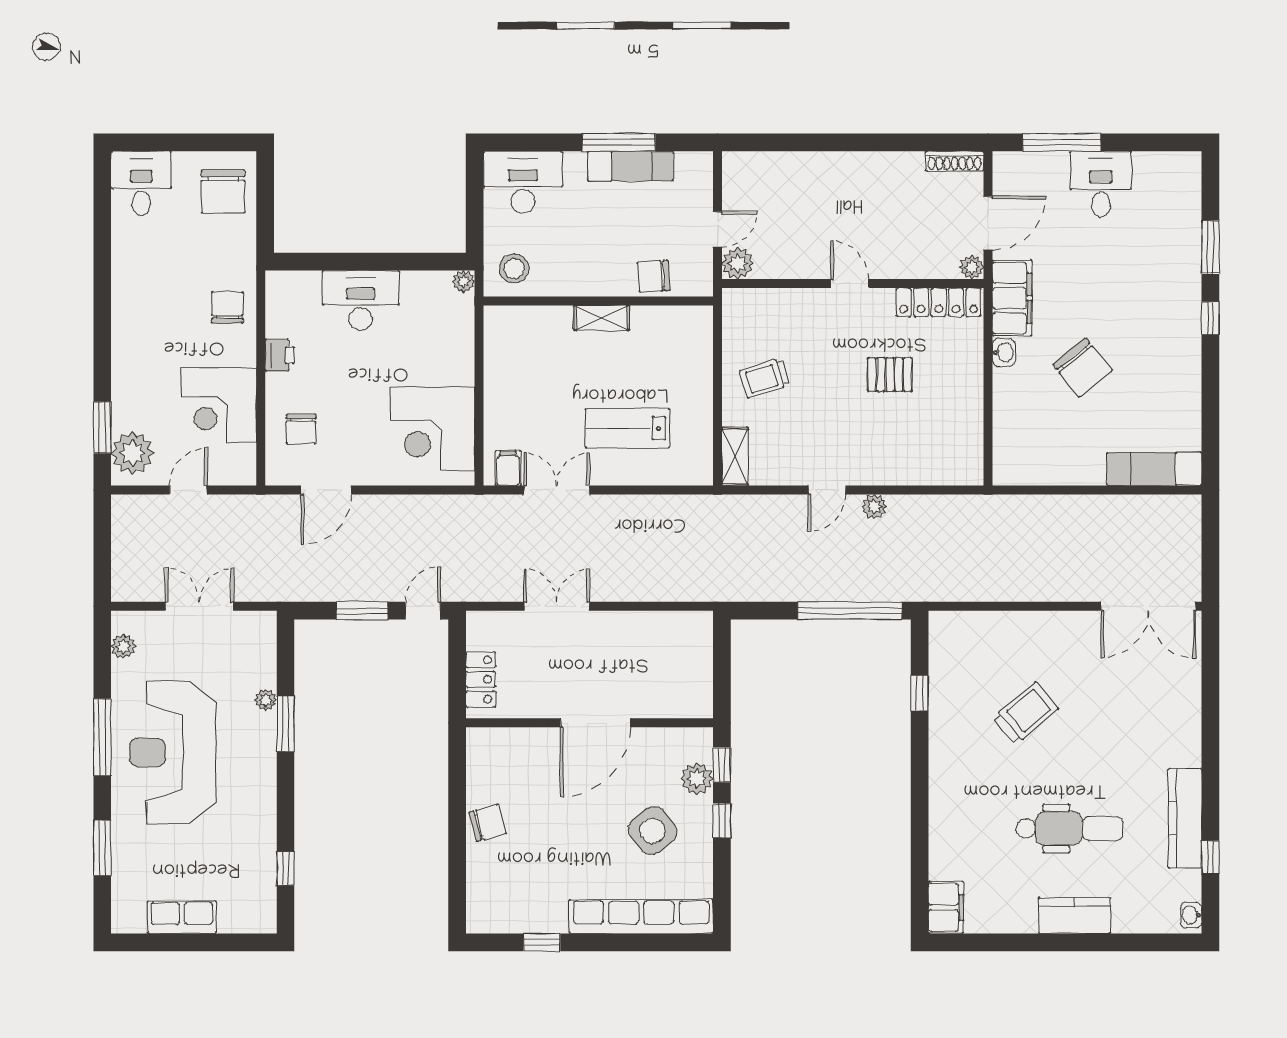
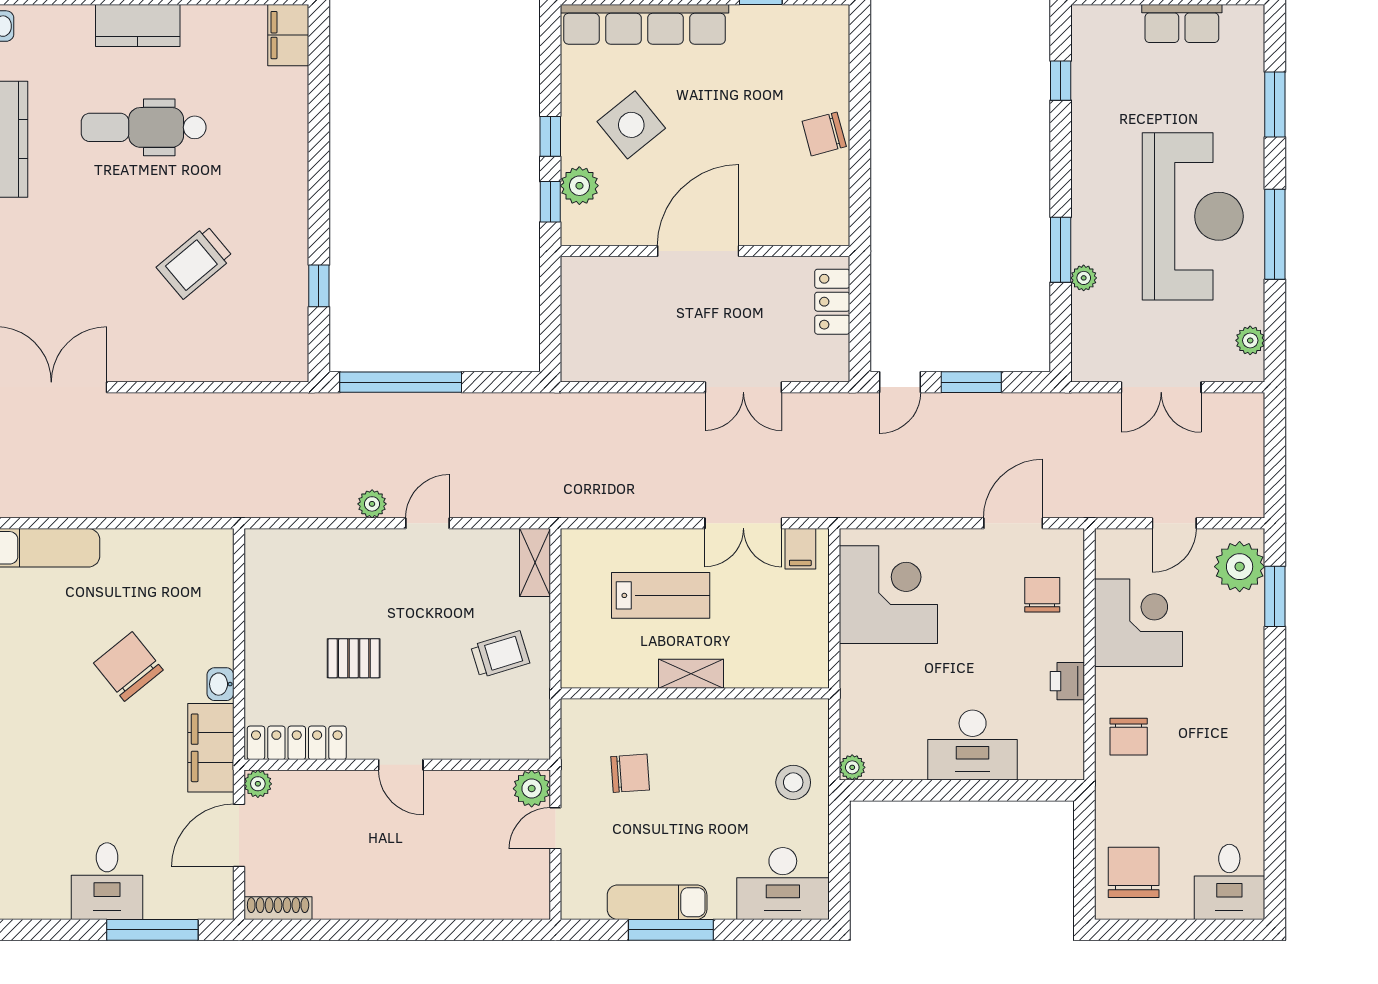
wall: (598, 301) -> (695, 693), moved
shelving: (602, 318) -> (691, 674), moved

